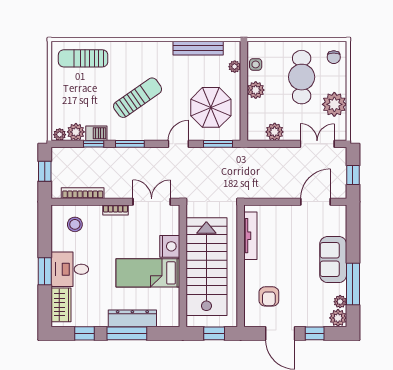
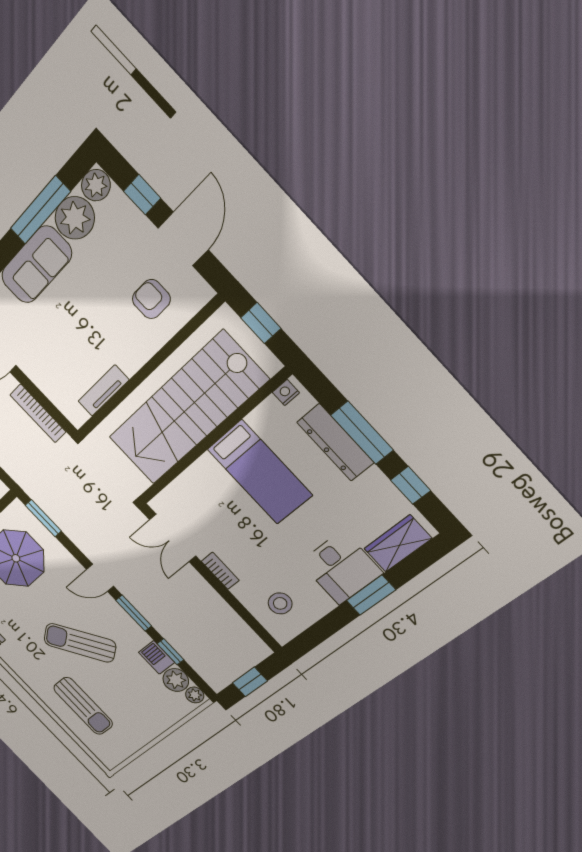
sun lounger: (83, 58) -> (83, 706), moved
door: (178, 144) -> (100, 578), moved
bookcase: (83, 193) -> (38, 413), moved
tv unit: (250, 236) -> (103, 391), width x0.71
nightstand: (170, 246) -> (286, 392), moved, width x0.53, depth x0.56
armchair: (269, 296) -> (151, 299), turned -90
plant: (340, 302) -> (75, 218), width x1.88, depth x1.88

